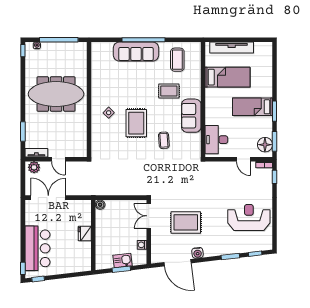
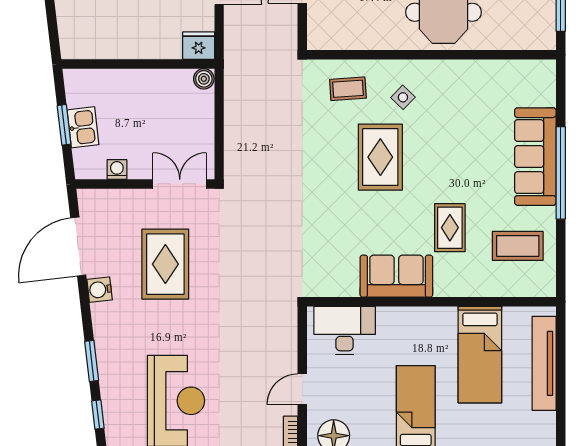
rug: (136, 123) -> (380, 157), turned 90
coffee table: (164, 140) -> (348, 89), moved
fridge: (85, 233) -> (199, 46), moved

